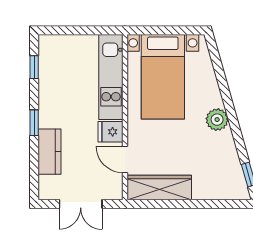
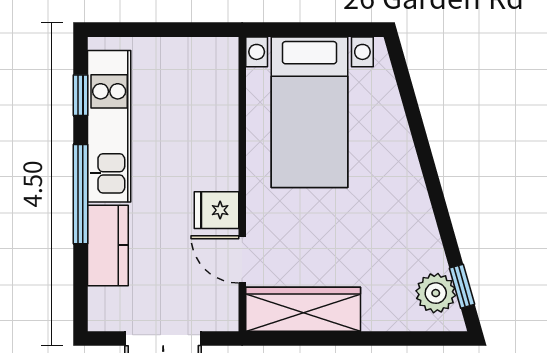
kitchen unit: (111, 77) -> (109, 126), moved, turned 180
plant: (217, 120) -> (436, 293), moved
window: (34, 123) -> (81, 194), width x2.17

